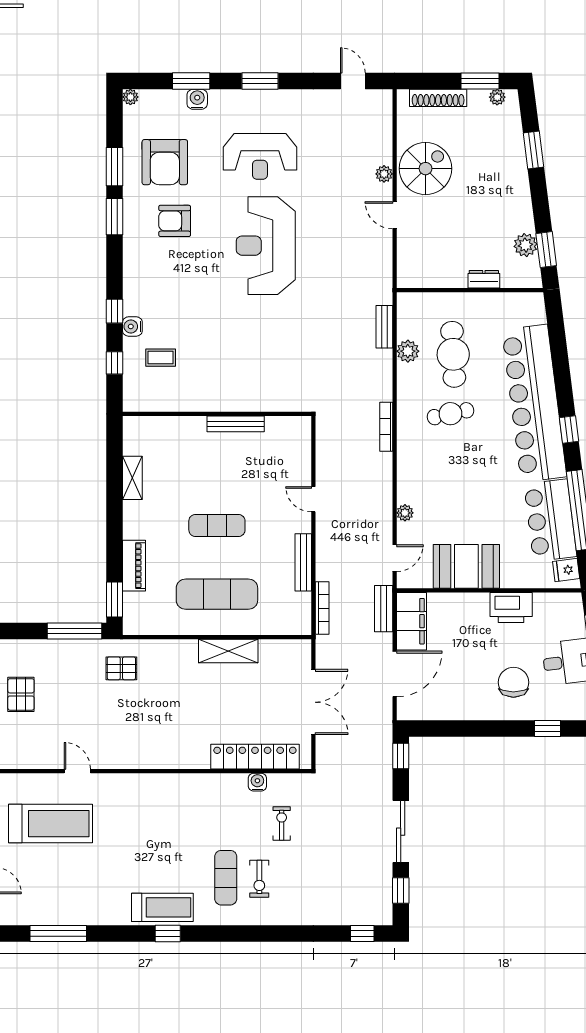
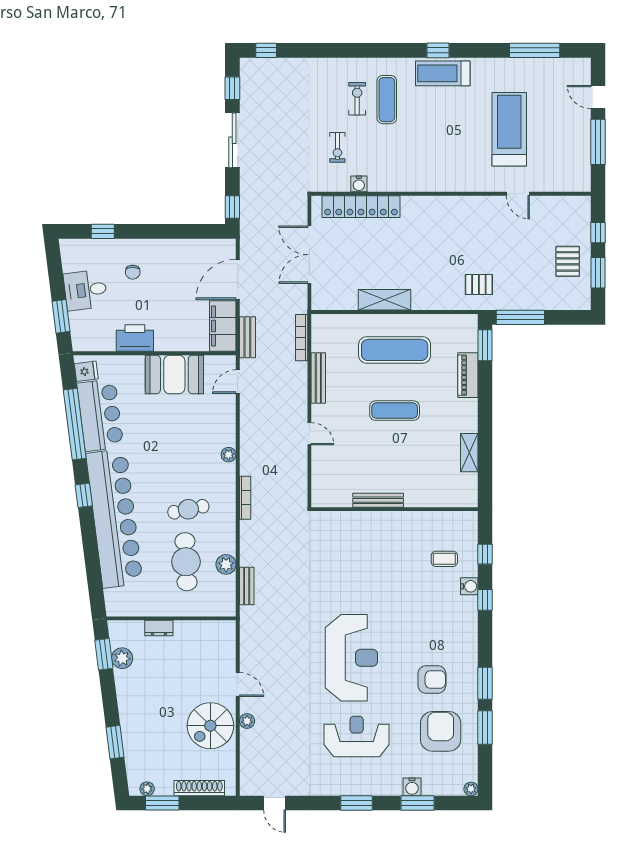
plant: (405, 513) -> (229, 455), moved
chair: (513, 682) -> (133, 272), width x0.54, depth x0.54
treadmill: (50, 824) -> (509, 129), moved, turned 90

